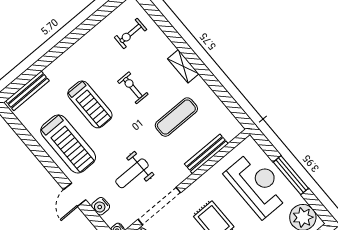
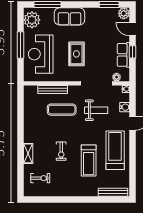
shelving: (183, 66) -> (28, 153), moved
treadmill: (90, 104) -> (89, 160), turned 180
exercise mat: (176, 117) -> (62, 110), moved

